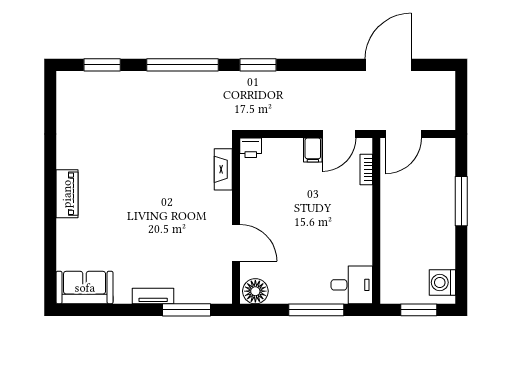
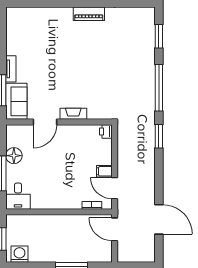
fireplace: (223, 169) -> (73, 114), moved
piano: (67, 194) -> (89, 14), moved
sofa: (85, 288) -> (16, 101), moved
floor lamp: (255, 291) -> (14, 156), moved

